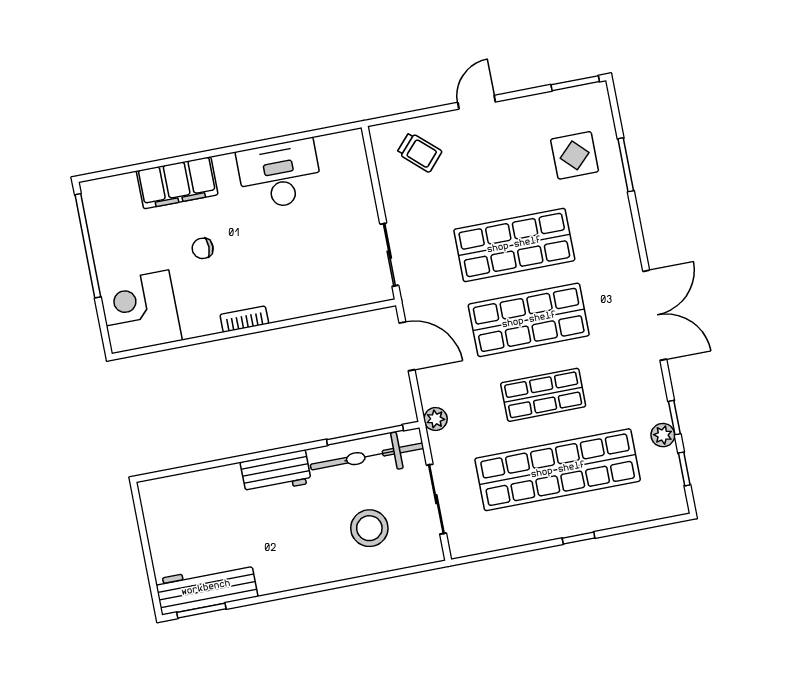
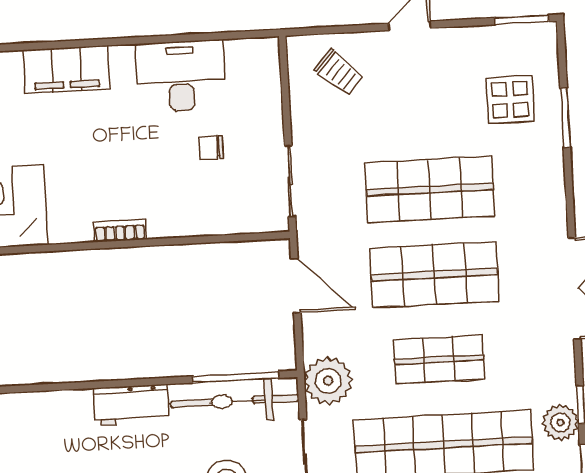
chair: (203, 248) -> (211, 147), moved
plant: (436, 419) -> (328, 381), width x1.87, depth x1.87
plant: (663, 435) -> (560, 423), width x1.38, depth x1.38

